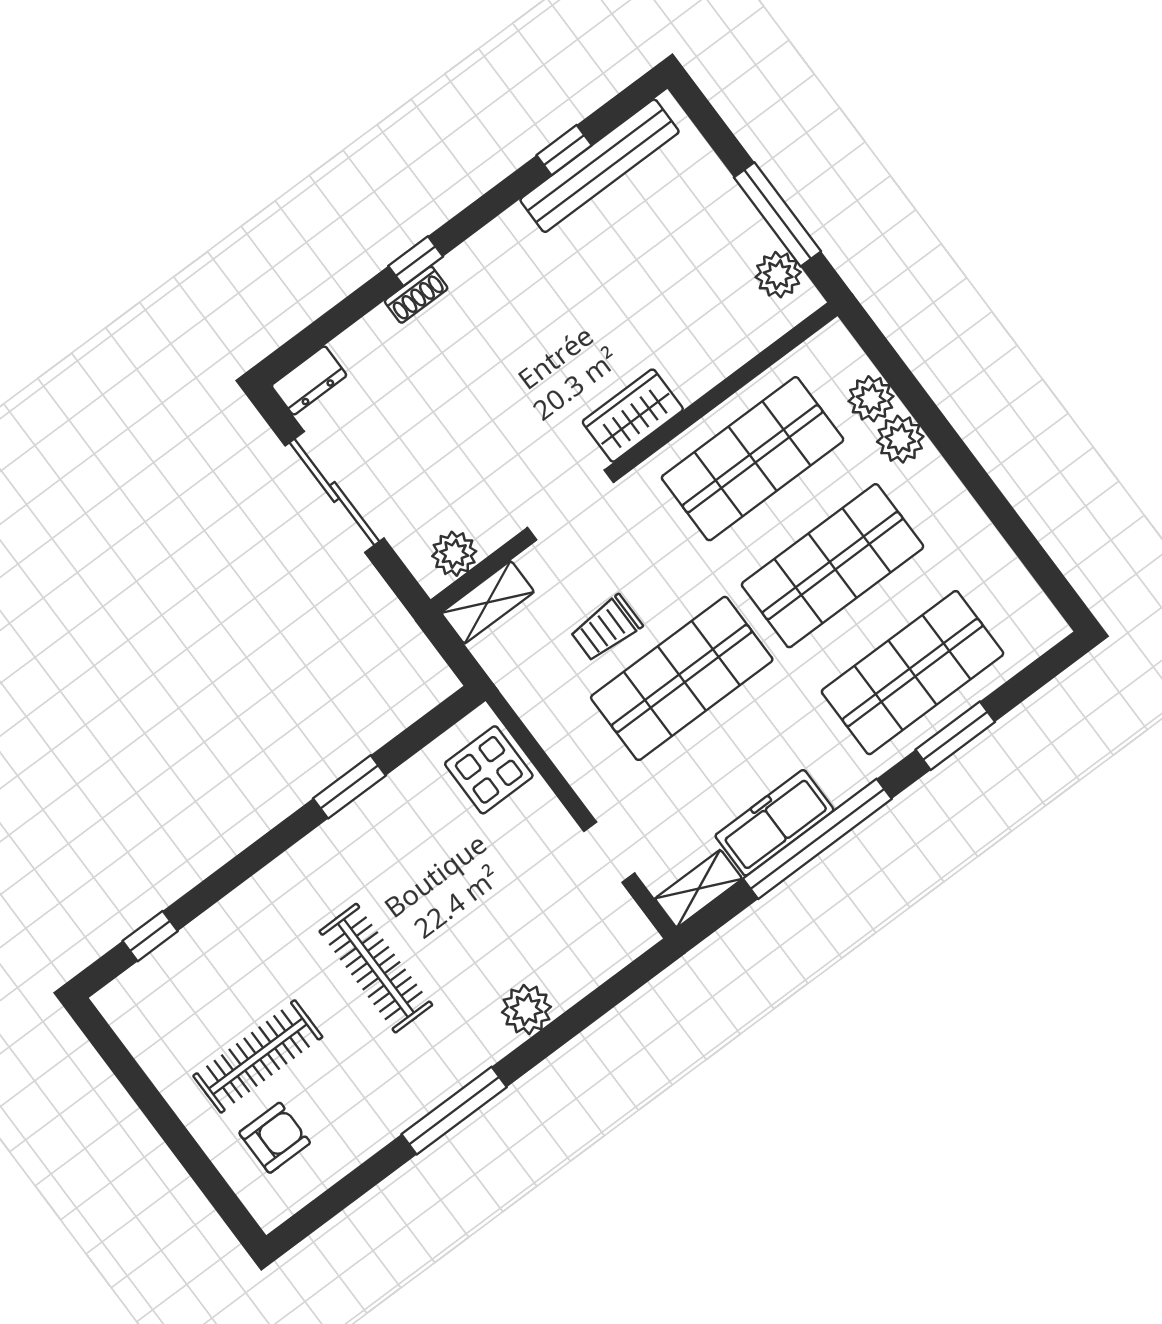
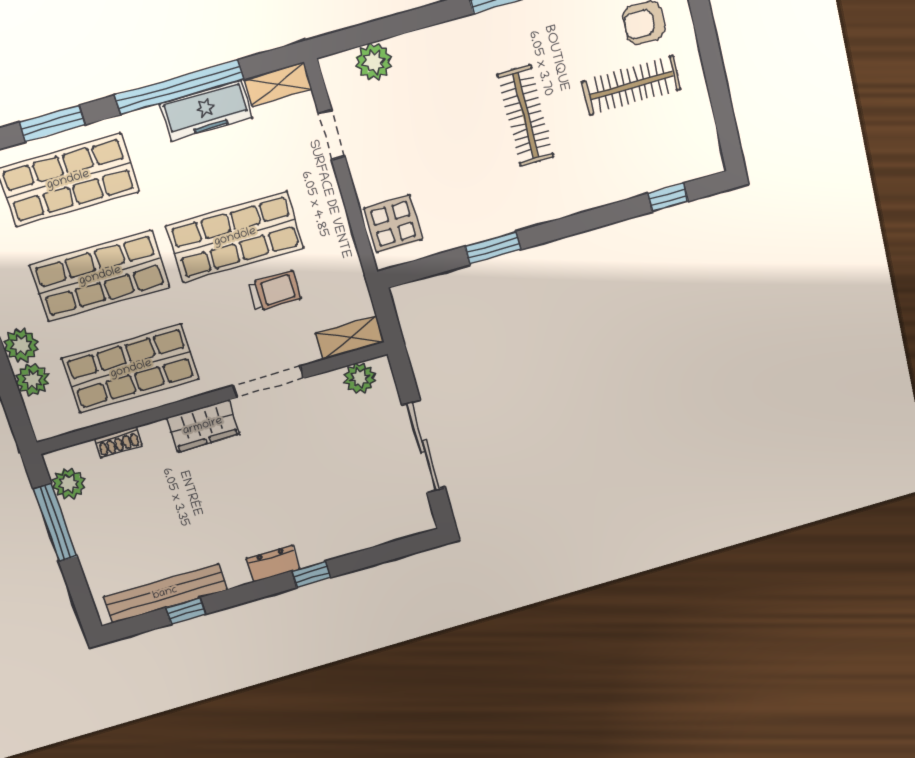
shoe rack: (416, 295) -> (118, 442), moved, turned 180
dresser: (309, 380) -> (273, 564), moved
plant: (527, 1010) -> (374, 62), moved

